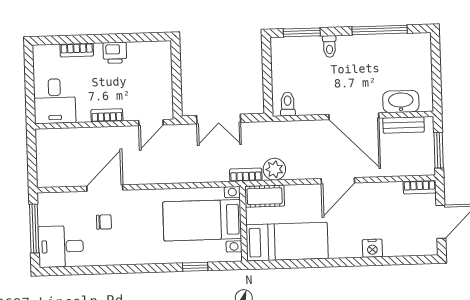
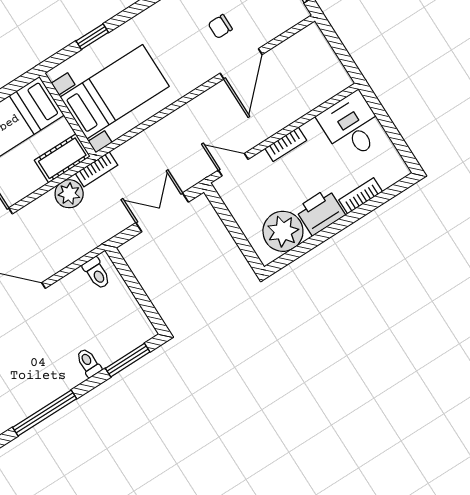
printer: (115, 53) -> (320, 212), width x1.36, depth x1.24
plant: (144, 57) -> (283, 231), added
door: (151, 123) -> (233, 165), hinge flipped

